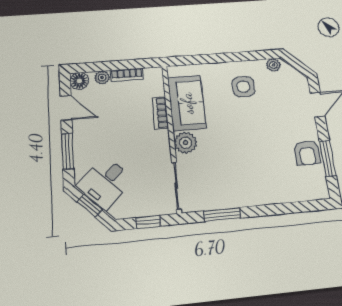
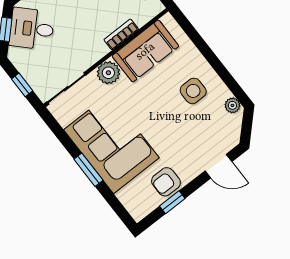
window: (328, 158) -> (172, 202), width x0.67
corner sofa: (248, 177) -> (111, 144), added
window: (222, 215) -> (88, 170), moved

